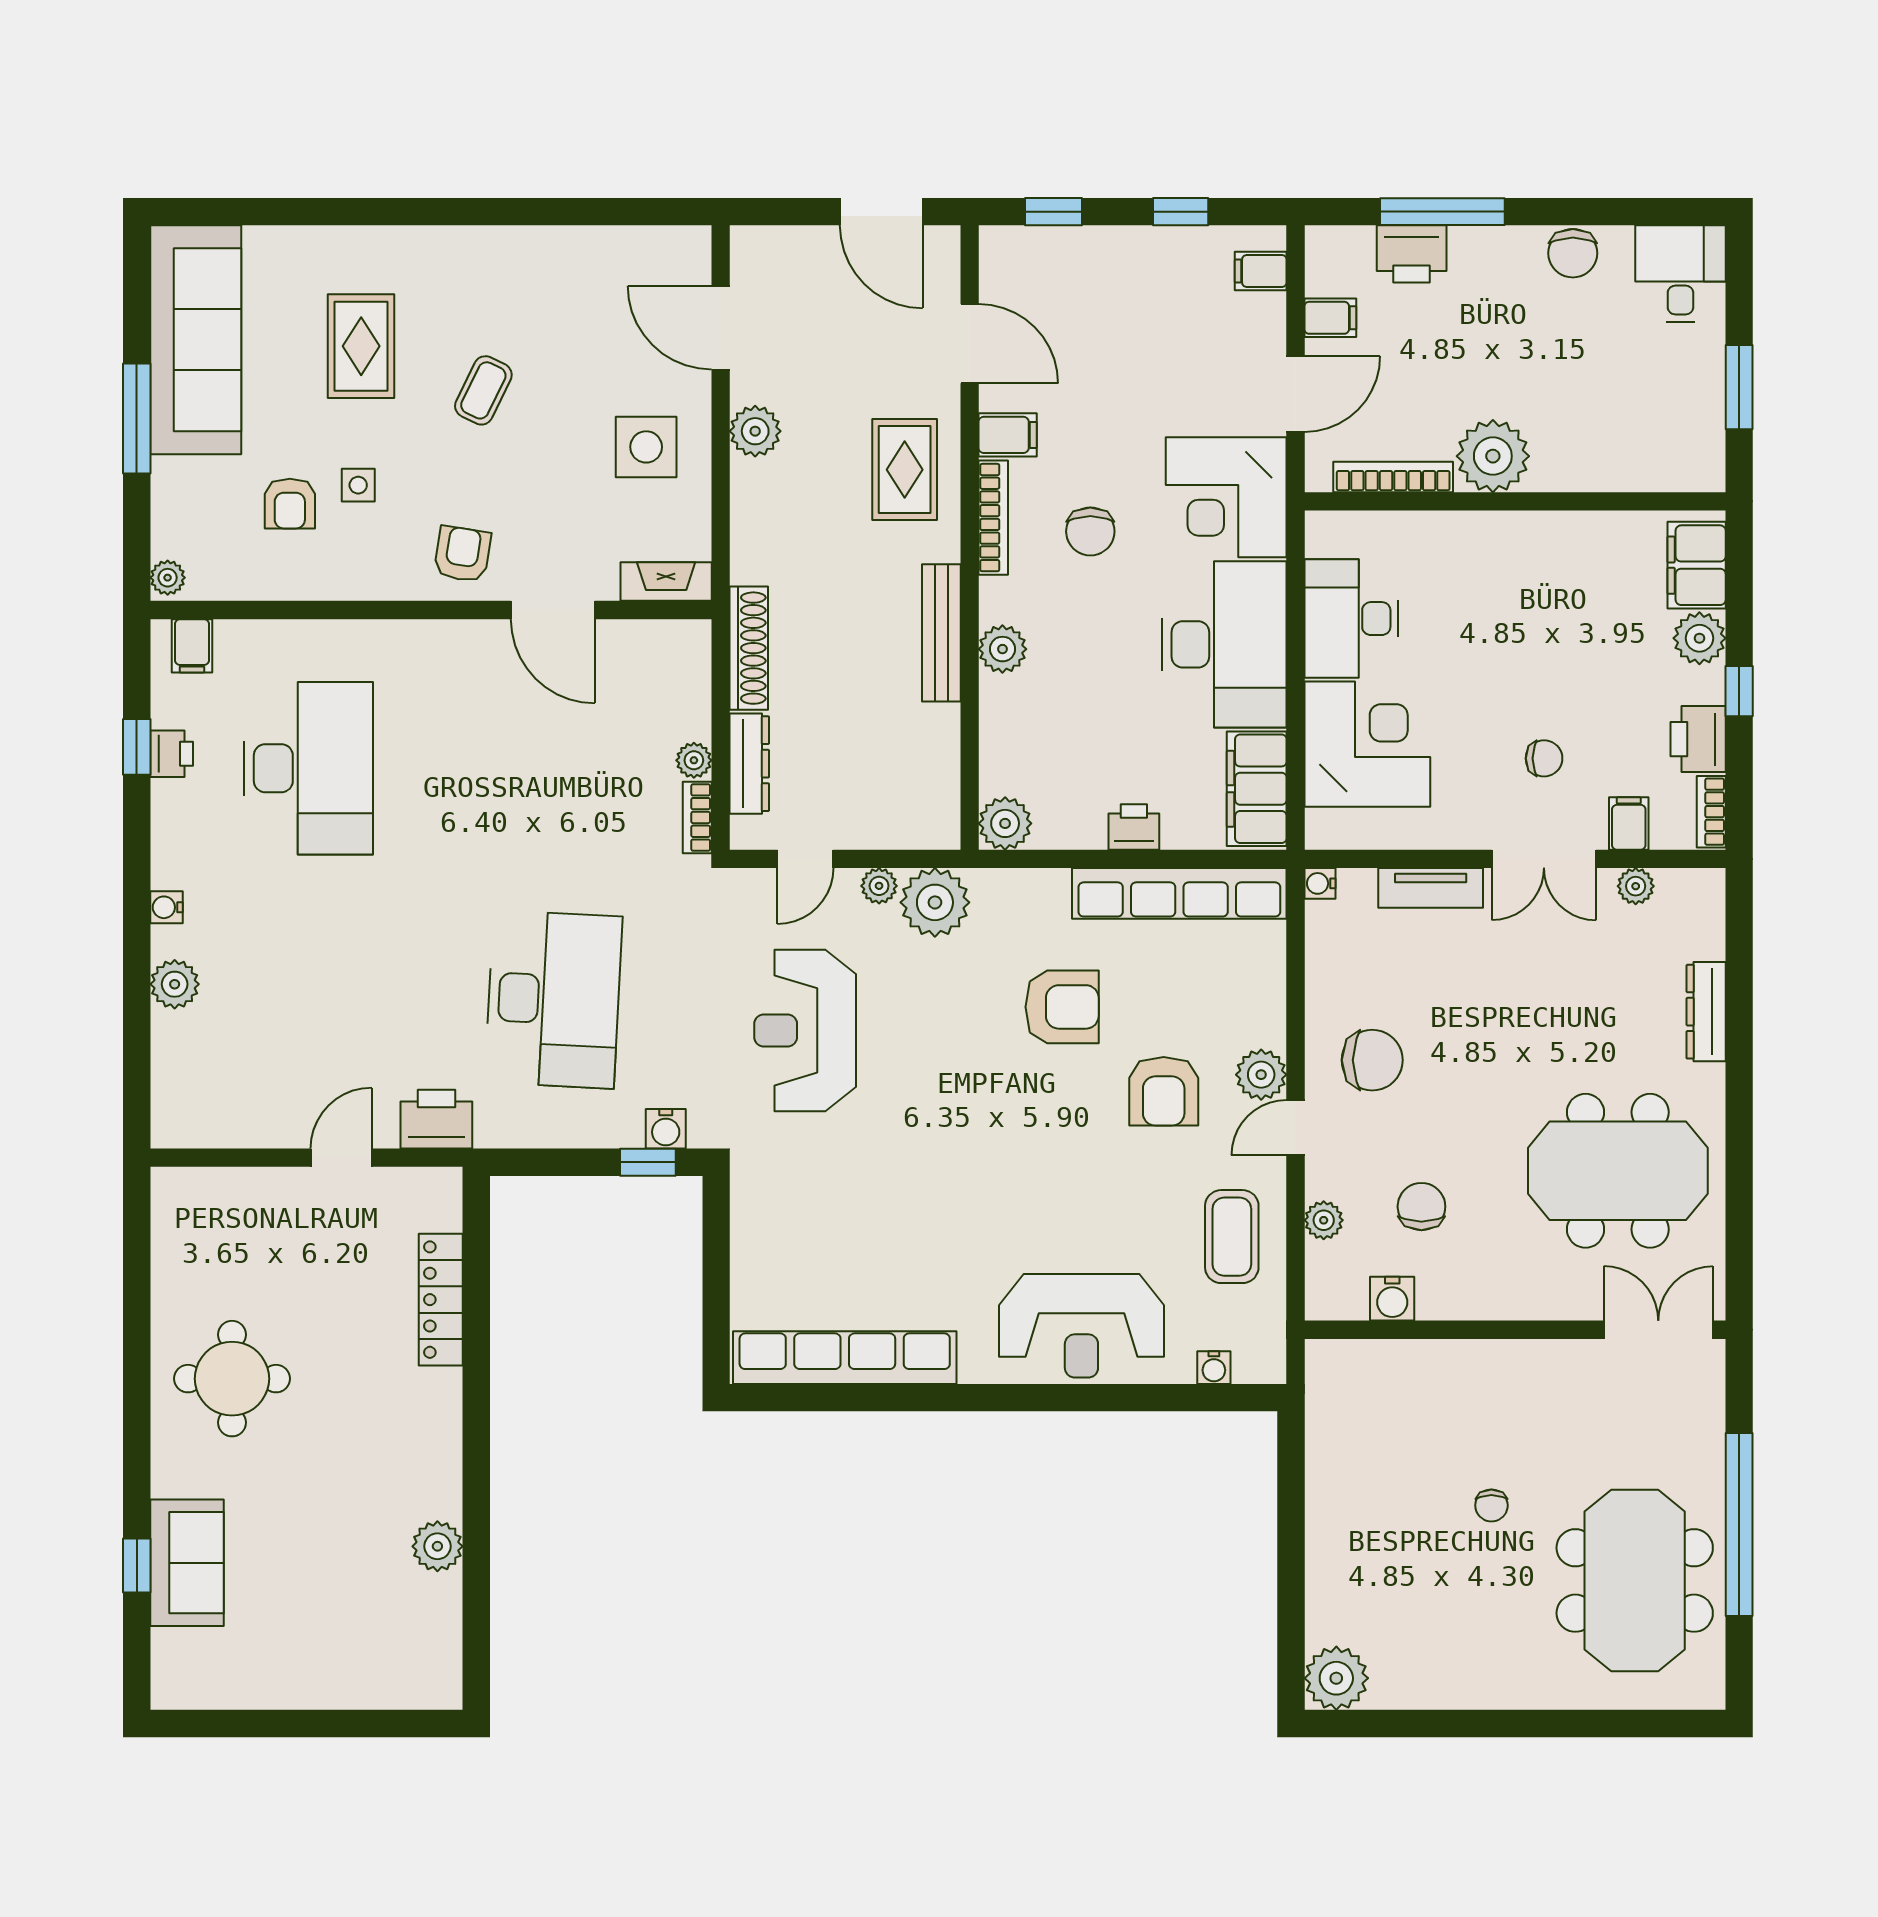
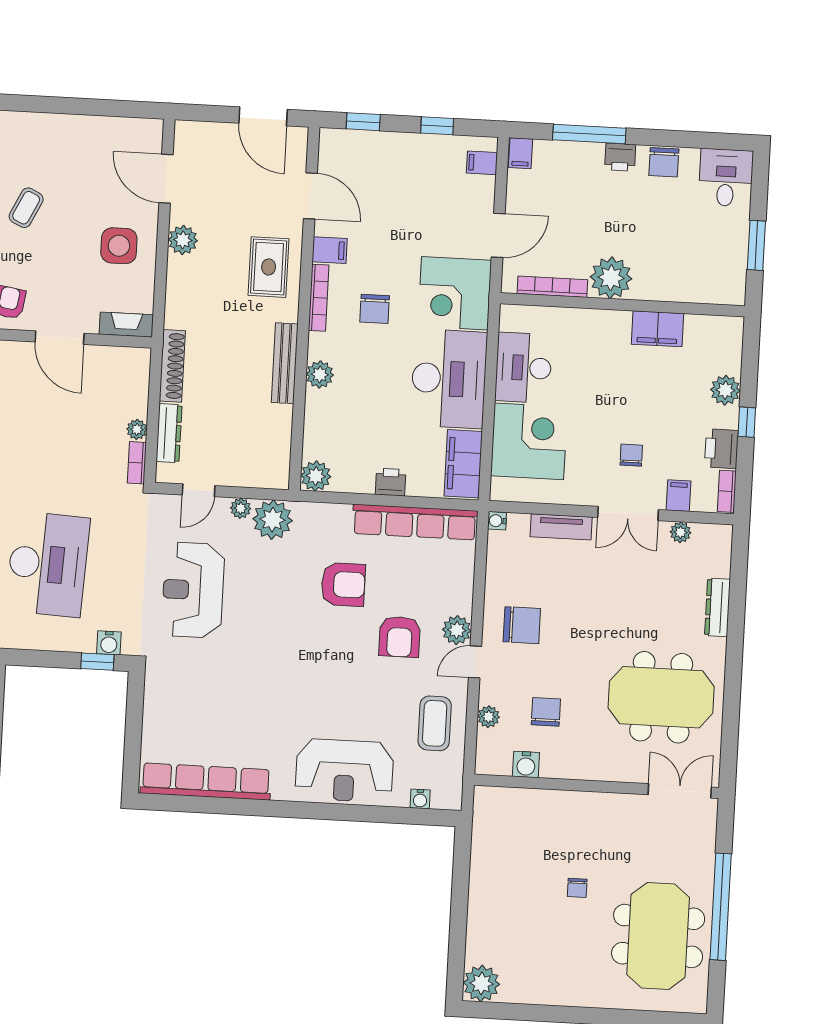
printer: (1412, 254) -> (620, 157), moved, width x0.73, depth x0.81
filing cabinet: (1330, 318) -> (521, 153), moved, turned 90
filing cabinet: (1697, 565) -> (657, 329), moved, turned -90
chair: (1544, 758) -> (631, 455), turned -90

